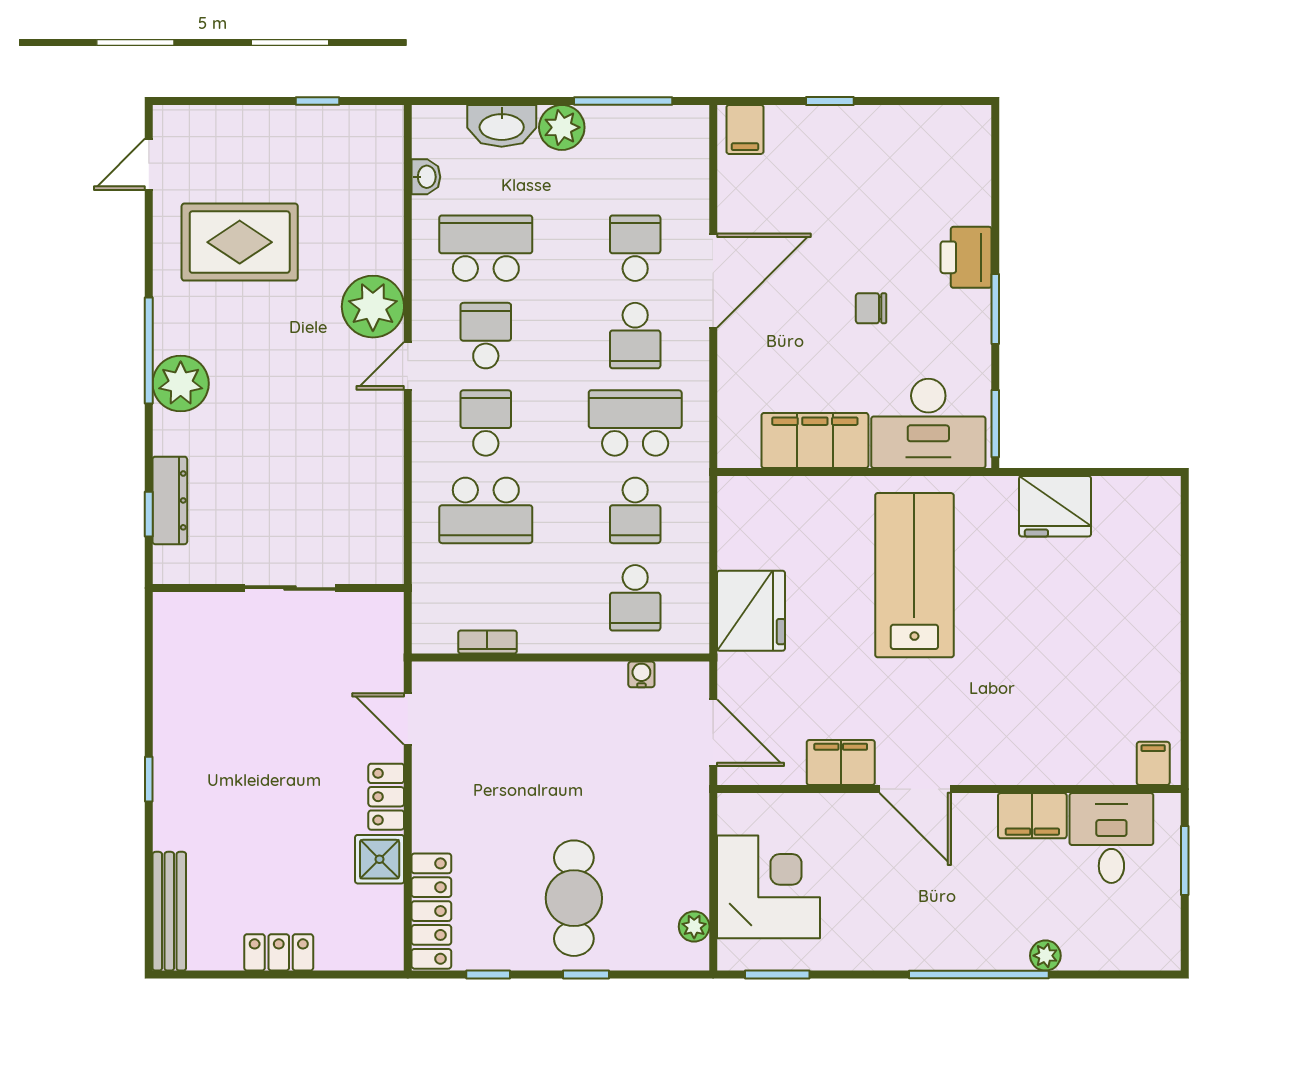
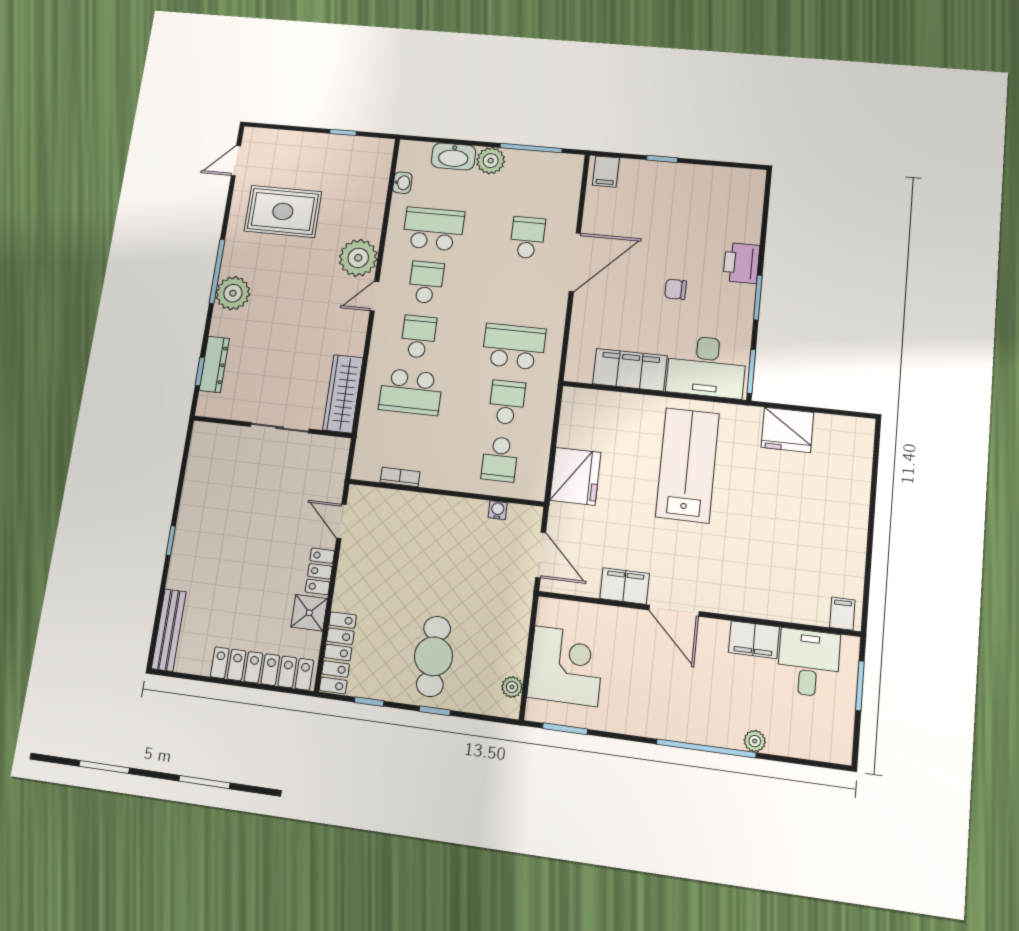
school desk: (635, 336) -> (521, 292), removed
school desk: (635, 510) -> (507, 402), turned 180
wardrobe: (381, 524) -> (343, 394), added
locker: (279, 952) -> (262, 668), width x2.16, depth x1.21

